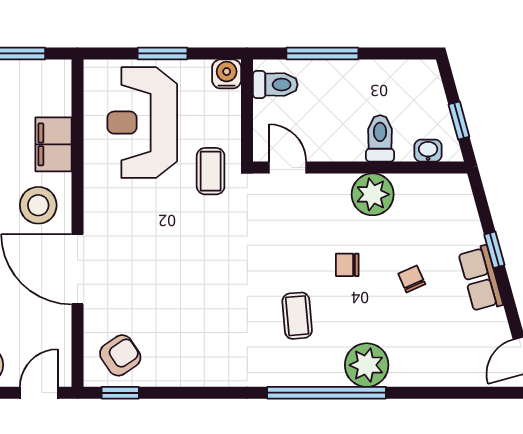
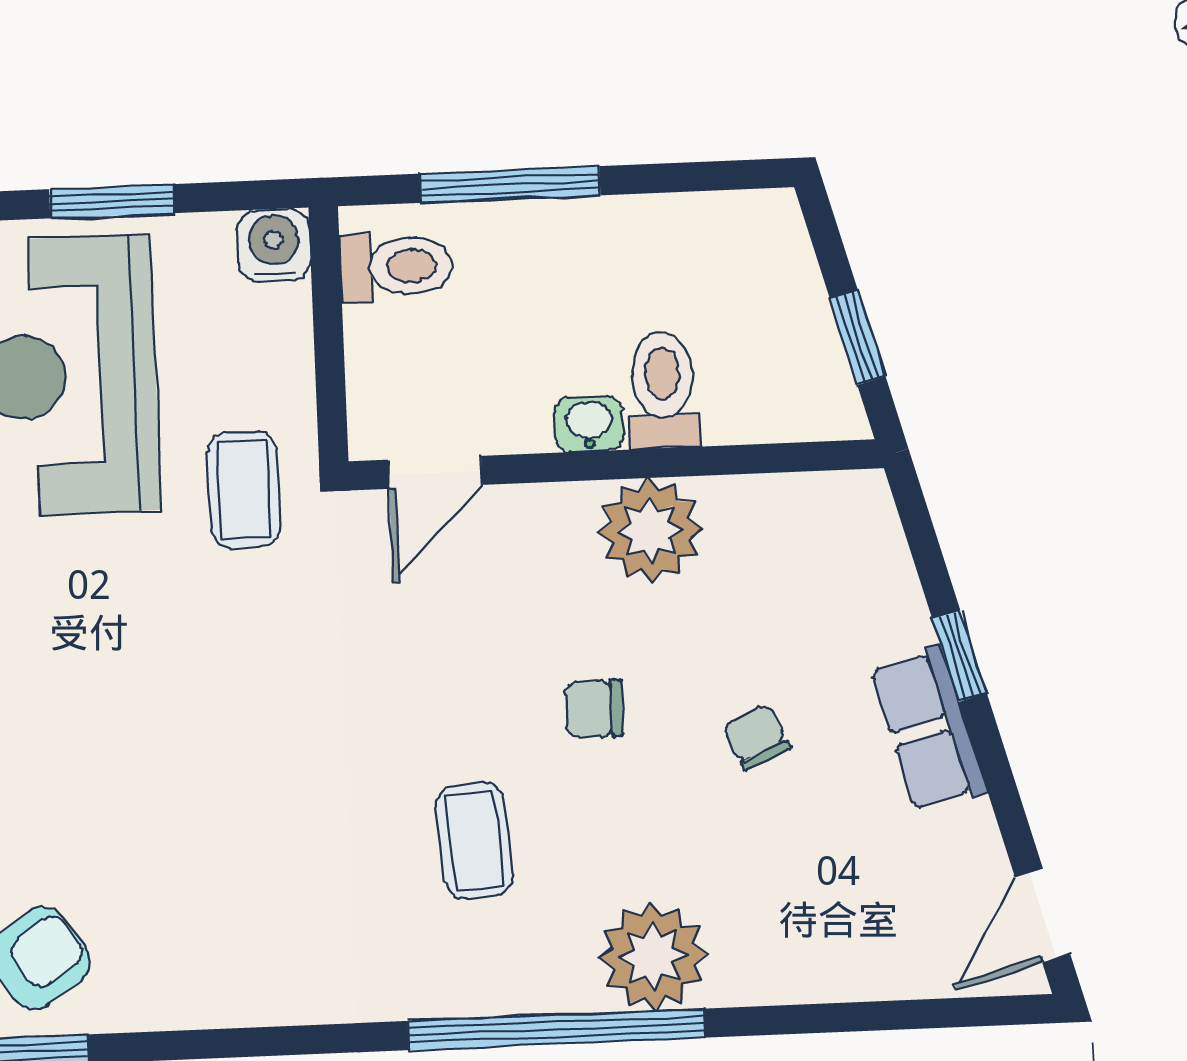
washbasin: (428, 151) -> (589, 424), moved
door: (287, 168) -> (435, 472), swing flipped

